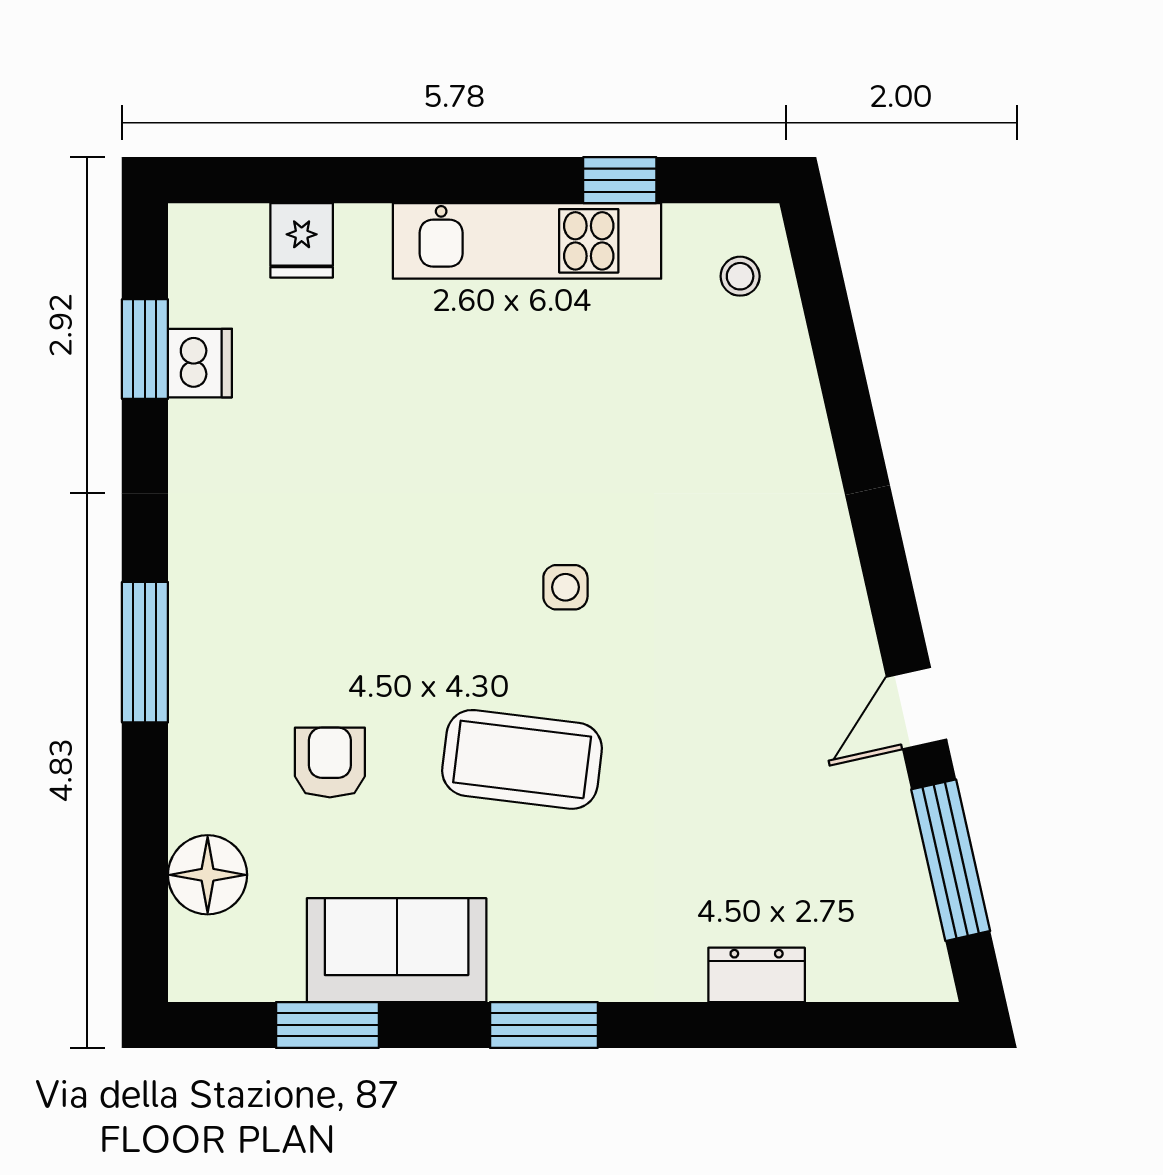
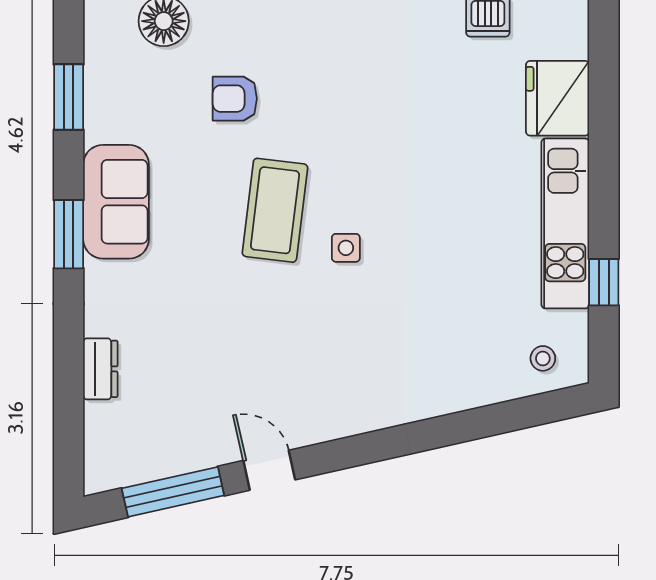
fridge: (302, 240) -> (558, 98), width x1.88, depth x1.34
coffee table: (522, 759) -> (275, 210), moved
armchair: (330, 763) -> (235, 99), turned 180
sofa: (397, 950) -> (116, 202), moved

